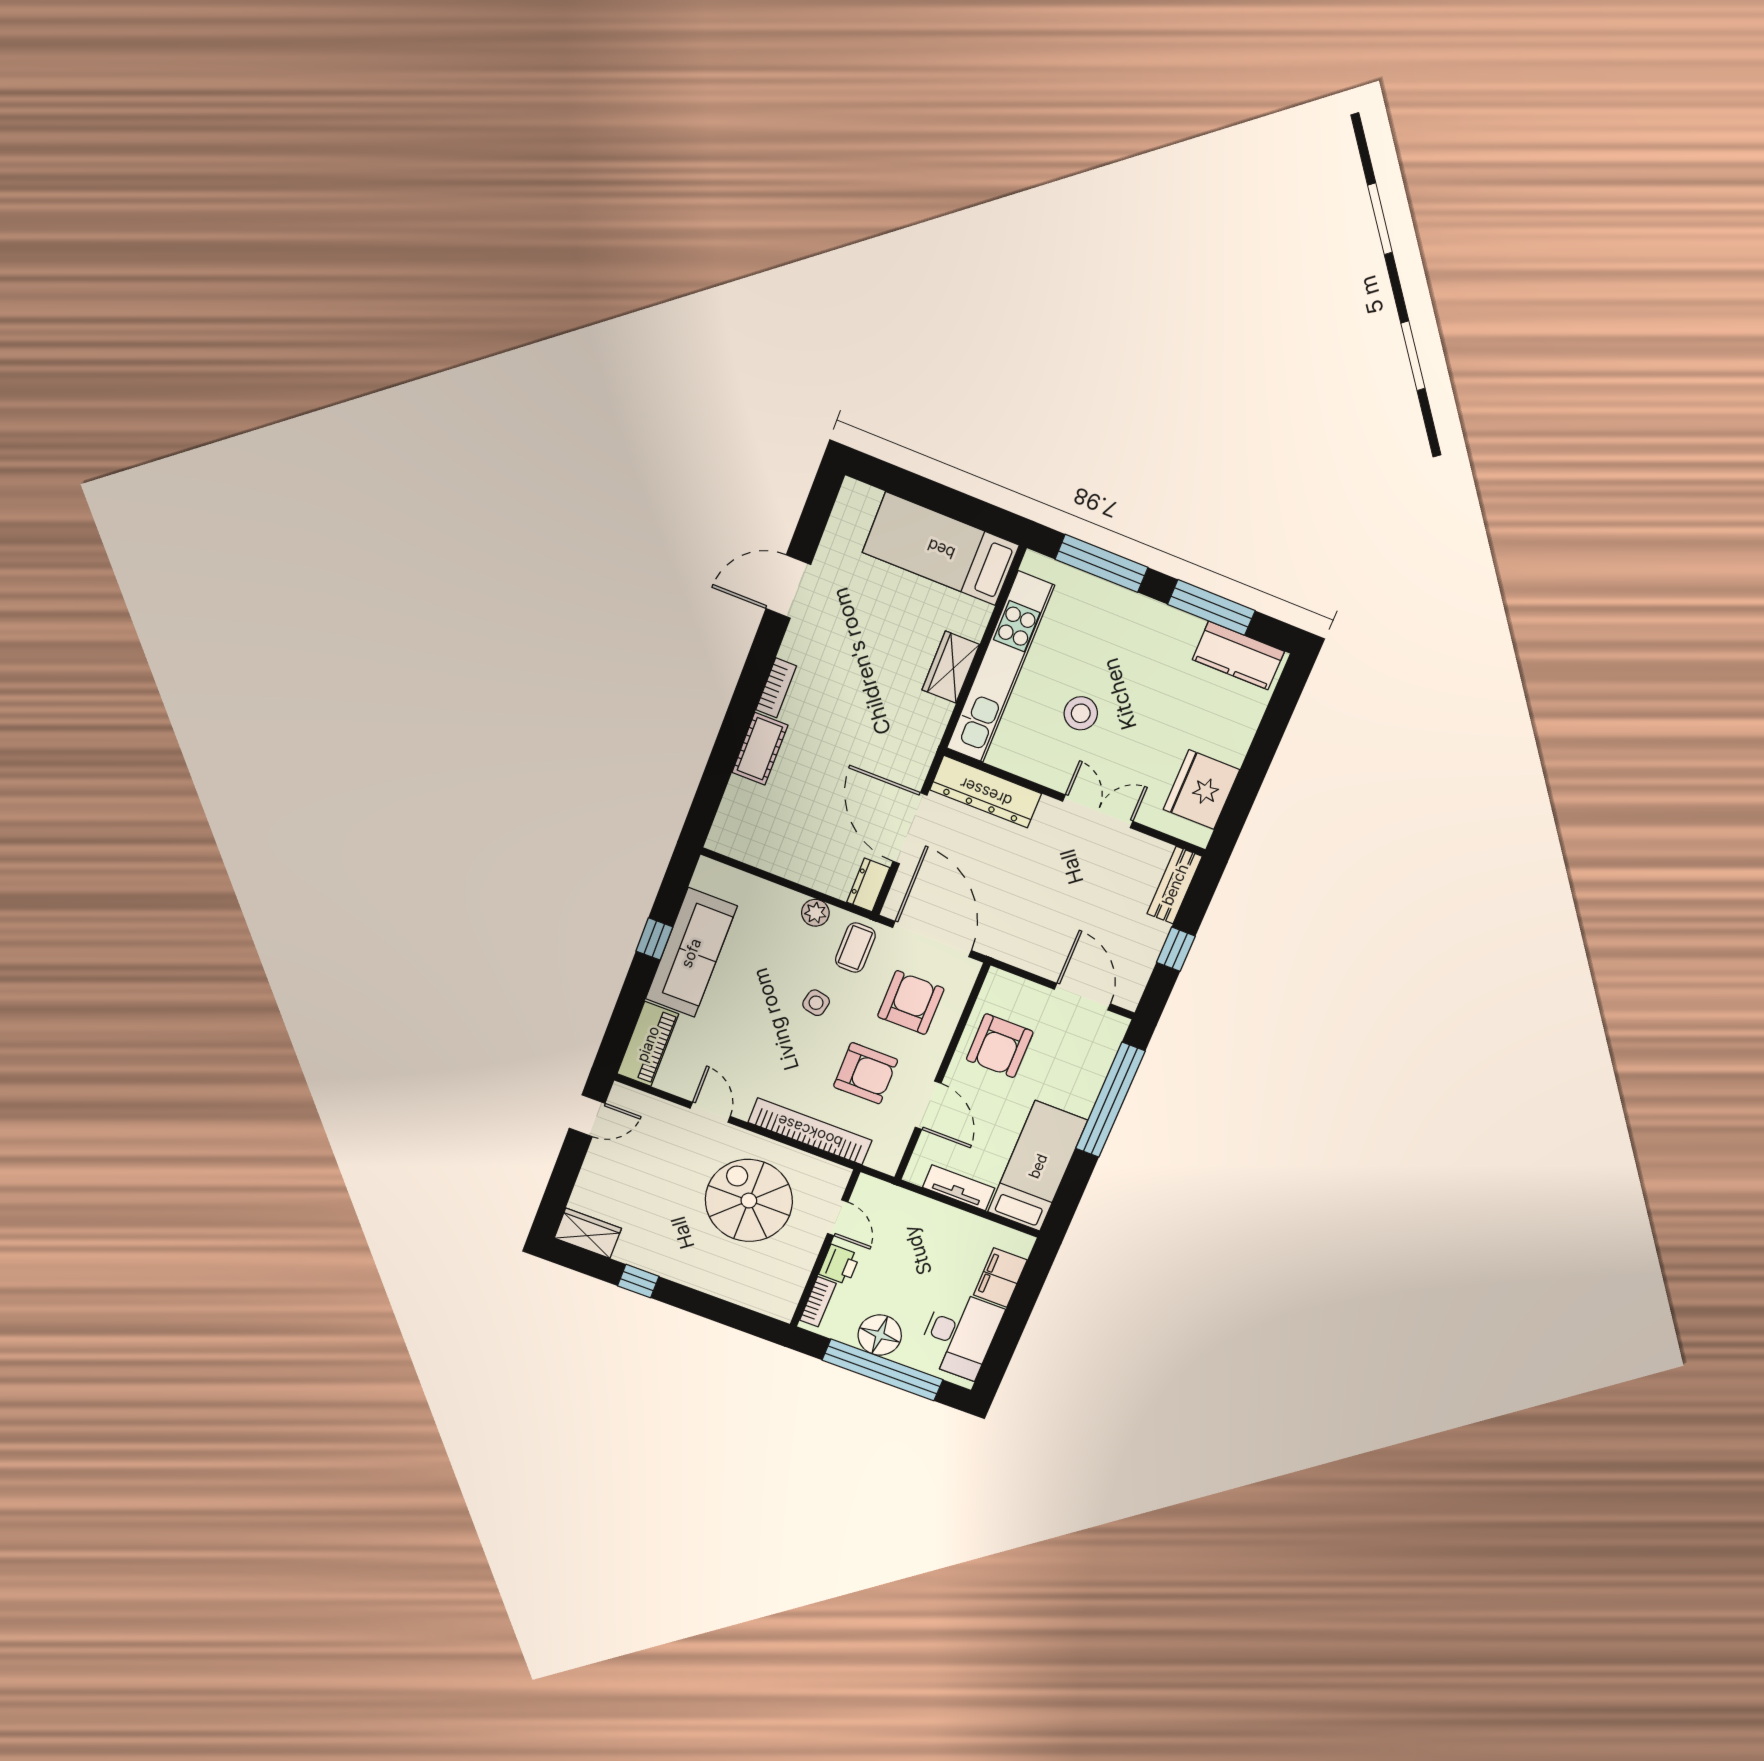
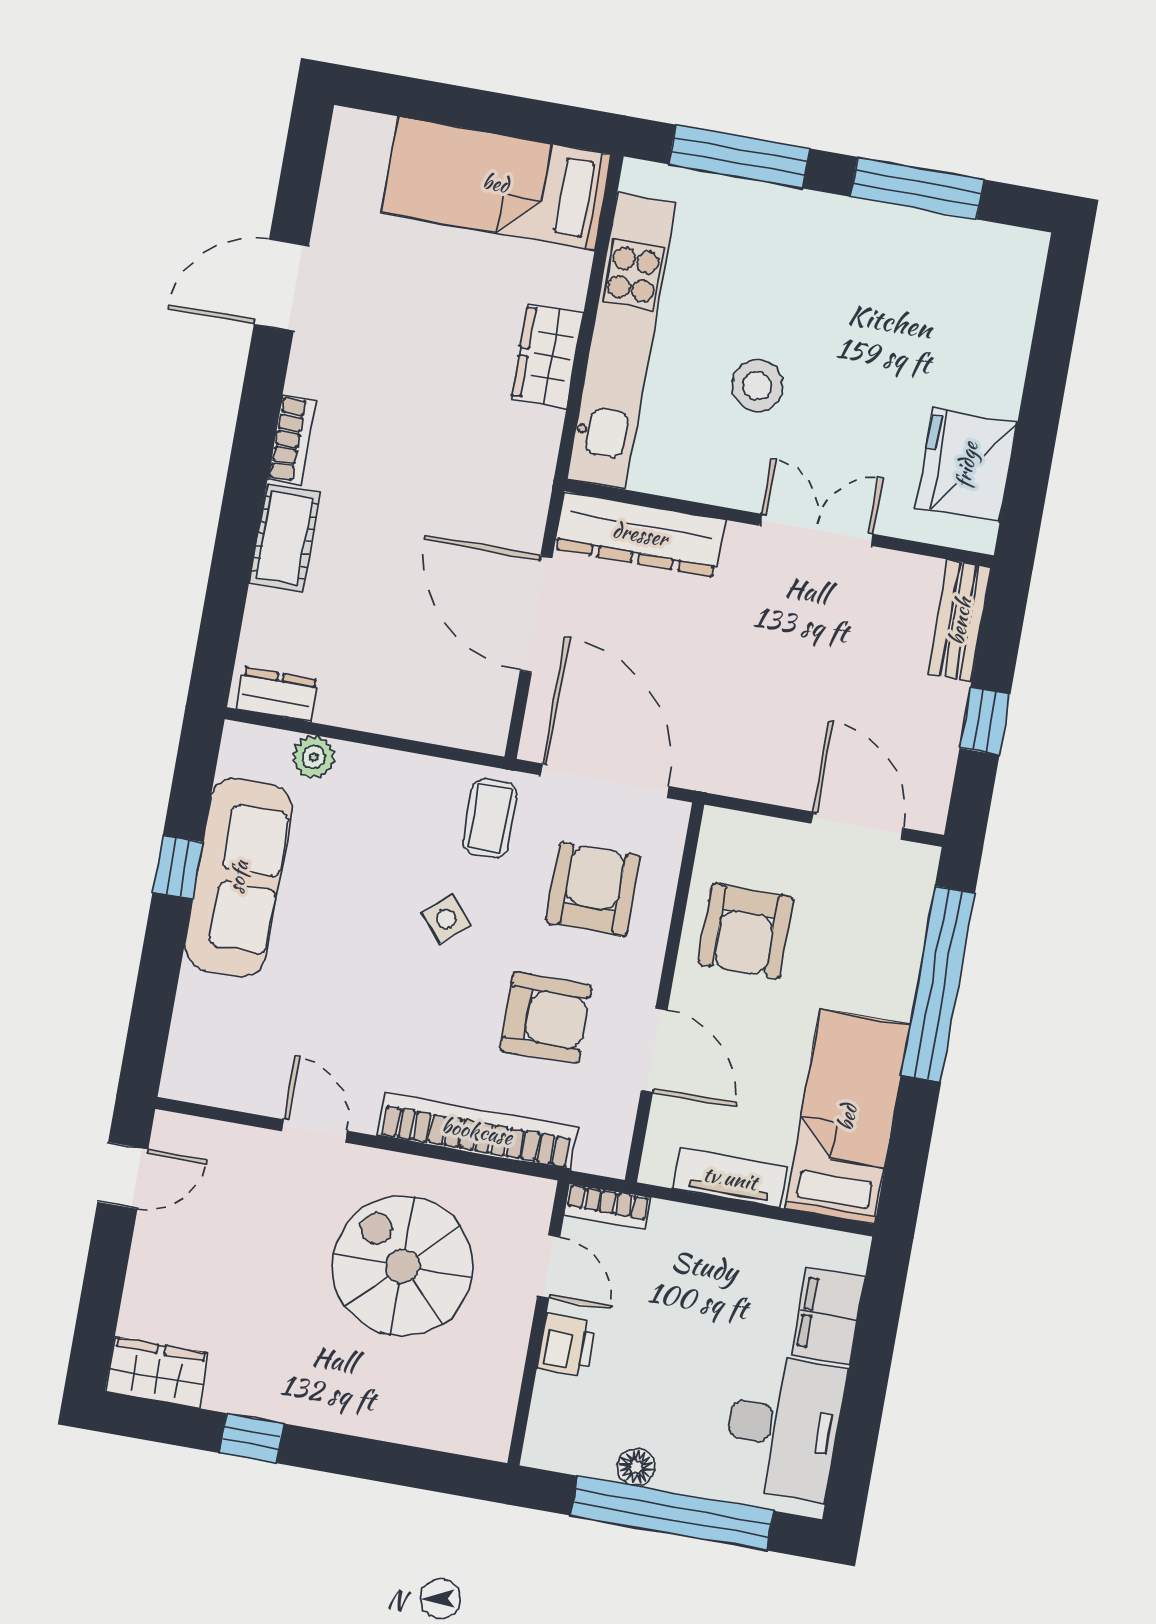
kitchen counter: (1238, 655) -> (974, 251), removed
dresser: (868, 885) -> (277, 694), moved, turned 90
plant: (815, 913) -> (314, 757), moved
side table: (816, 1003) -> (446, 919), turned 36
piano: (648, 1044) -> (197, 1038), removed
bookcase: (818, 1302) -> (607, 1206), moved, turned 90
floor lamp: (880, 1335) -> (636, 1467), width x0.53, depth x0.53

